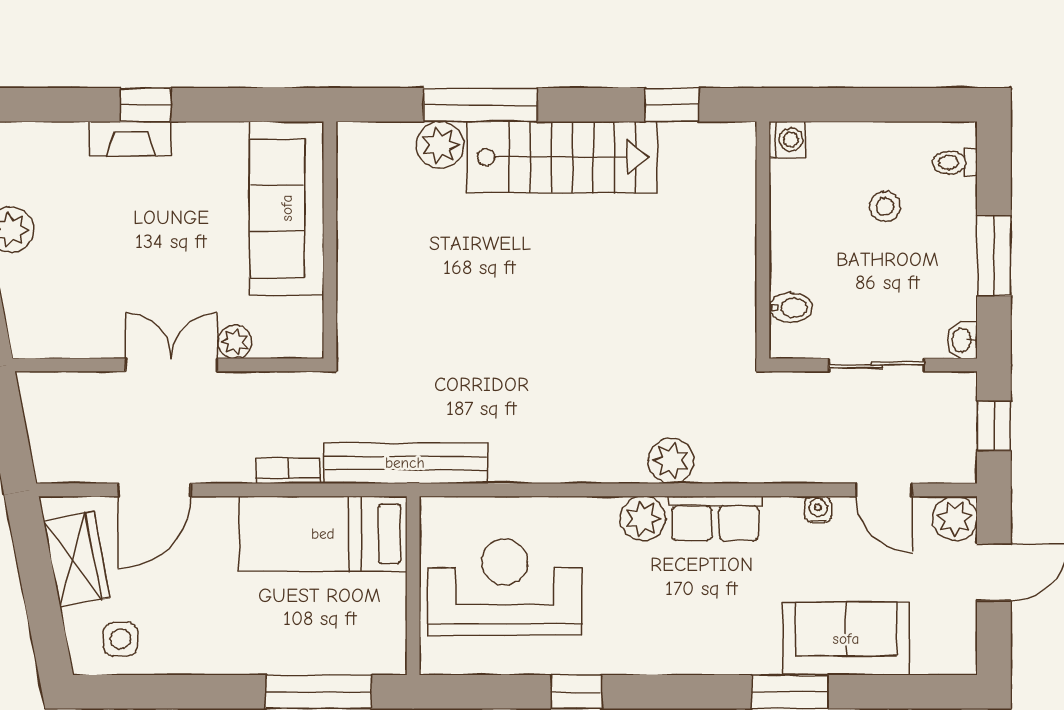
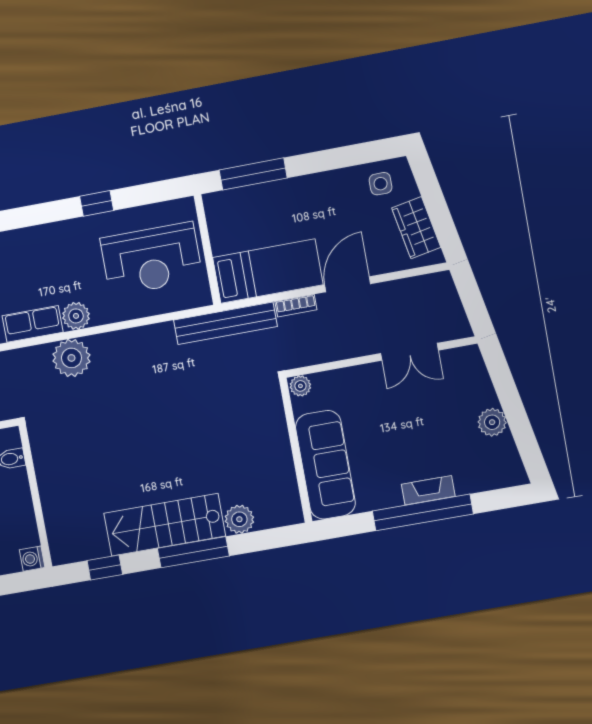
window: (145, 105) -> (423, 512), width x3.17
window: (480, 105) -> (193, 552), moved
plant: (235, 342) -> (300, 386), moved
double door: (171, 365) -> (409, 352), moved
plant: (671, 461) -> (71, 358), width x1.36, depth x1.36
door: (154, 490) -> (348, 284), moved

